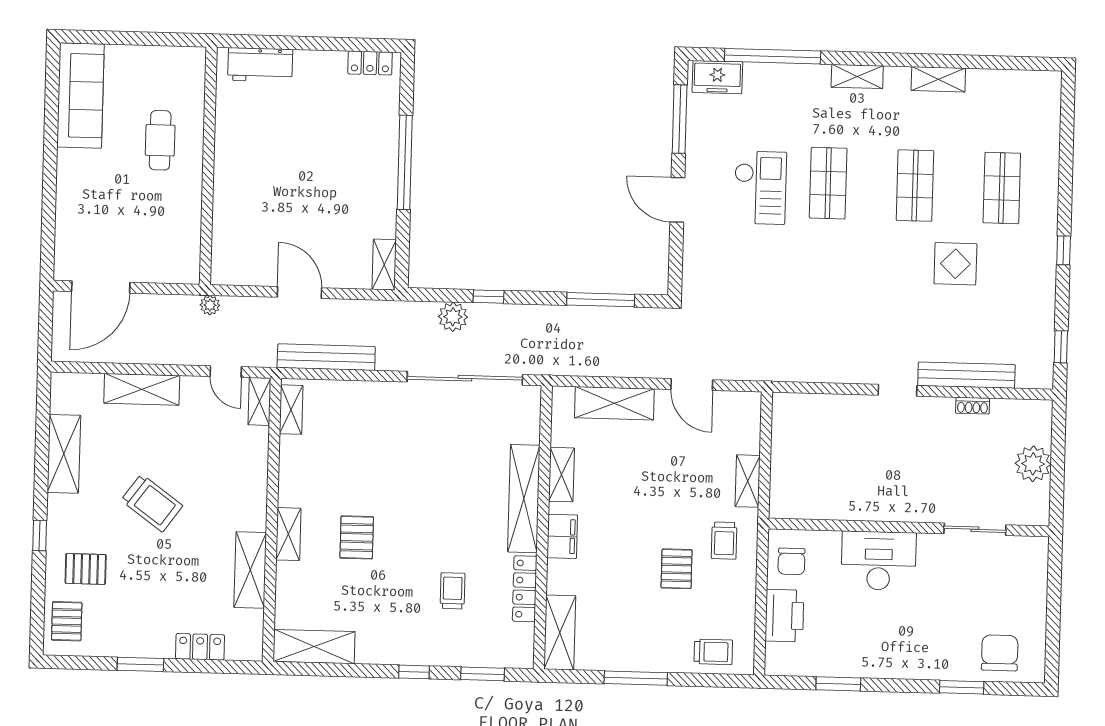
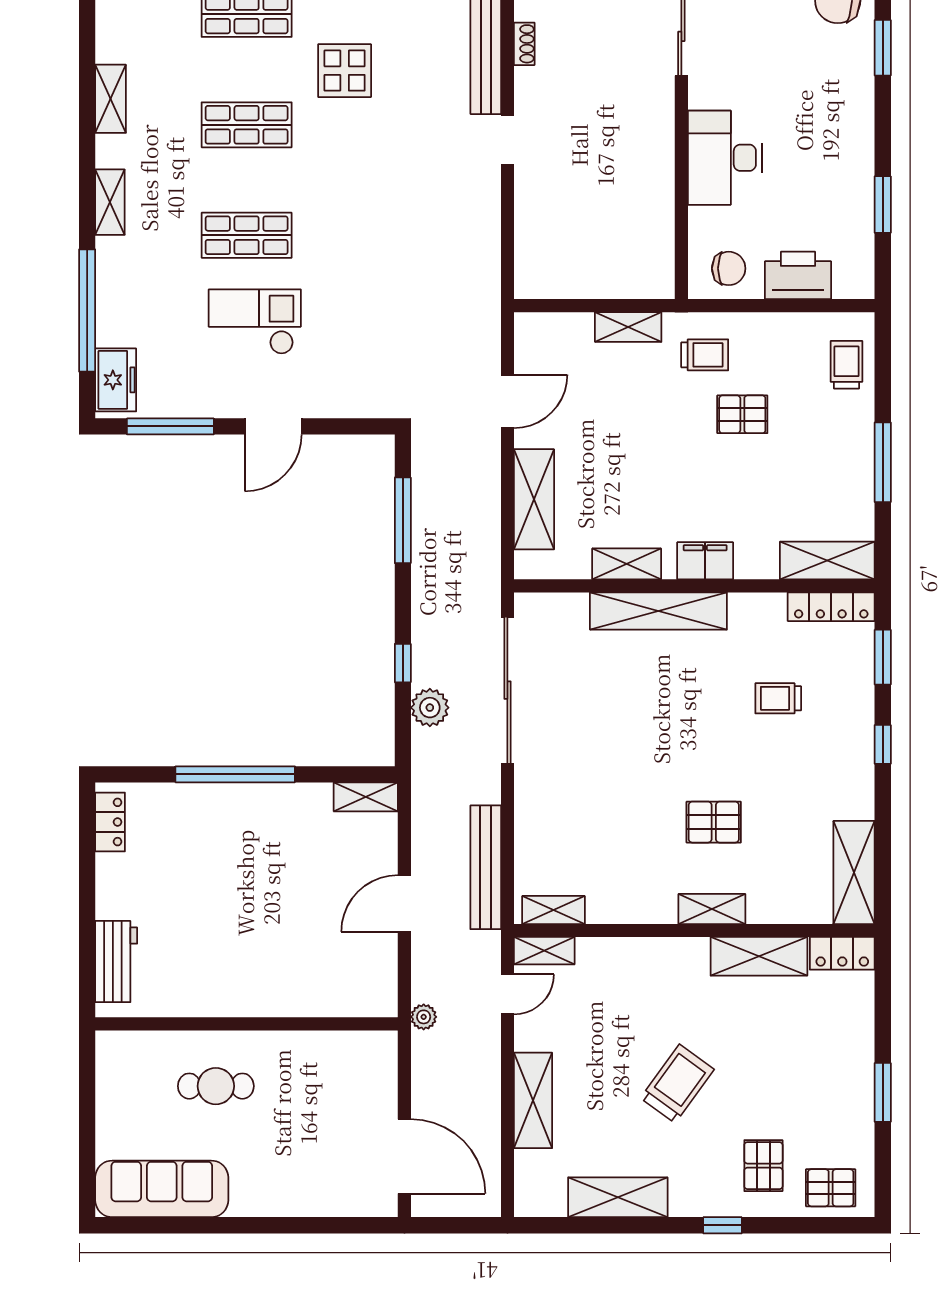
locker: (525, 589) -> (831, 607), moved
locker: (200, 647) -> (842, 953), moved, turned -90

